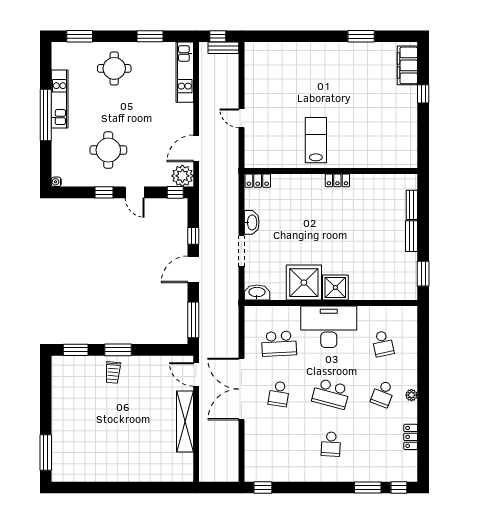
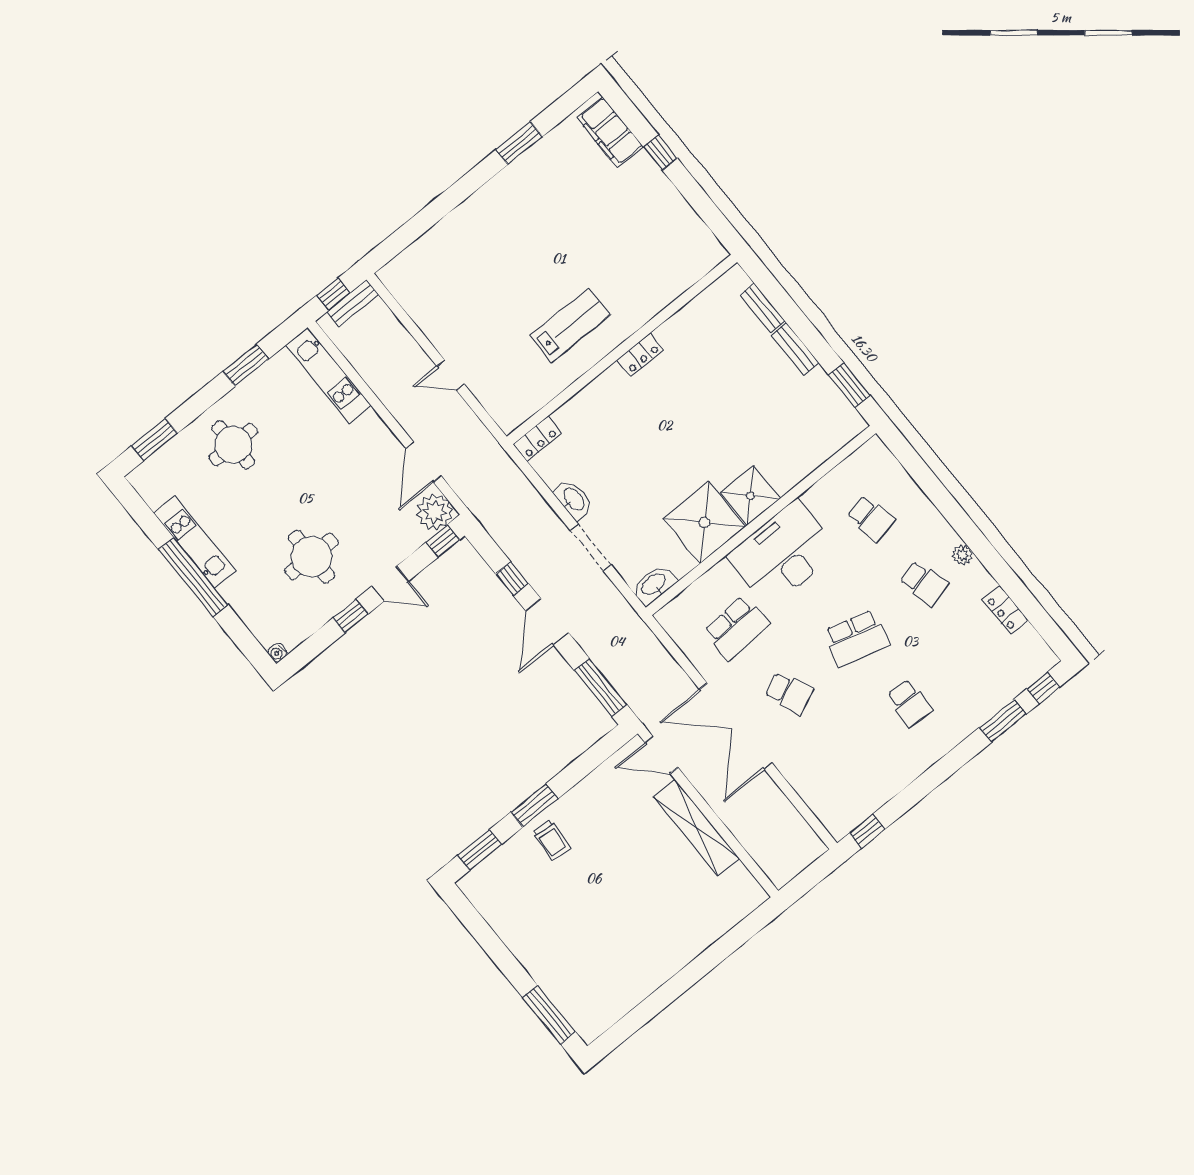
lab bench: (316, 140) -> (570, 325), turned 90
school desk: (279, 394) -> (789, 693), turned -33
school desk: (383, 394) -> (924, 583), turned -36

